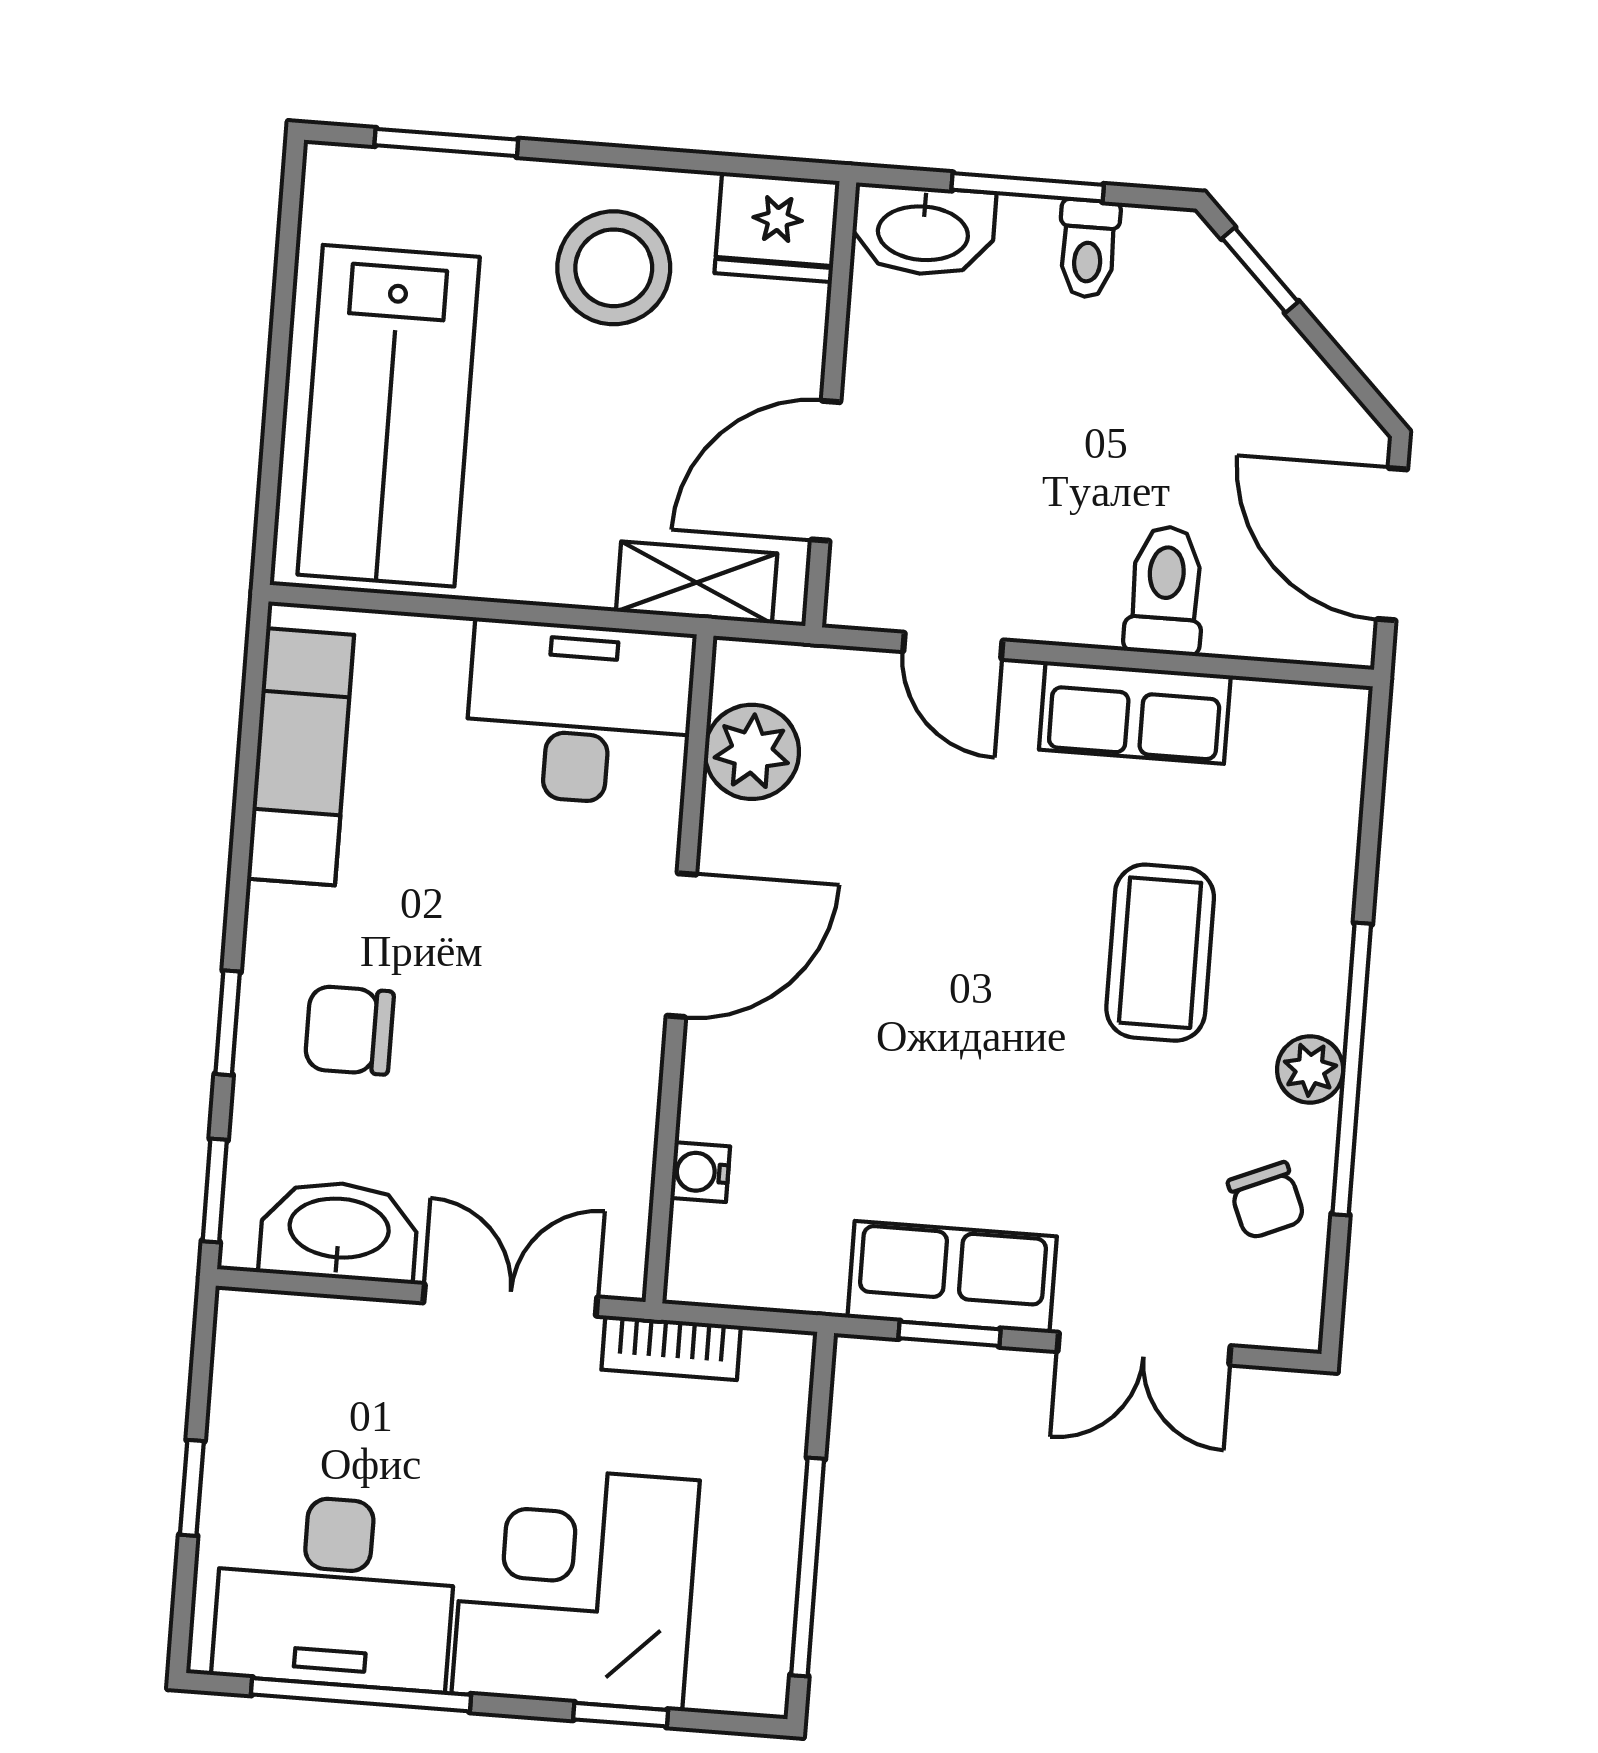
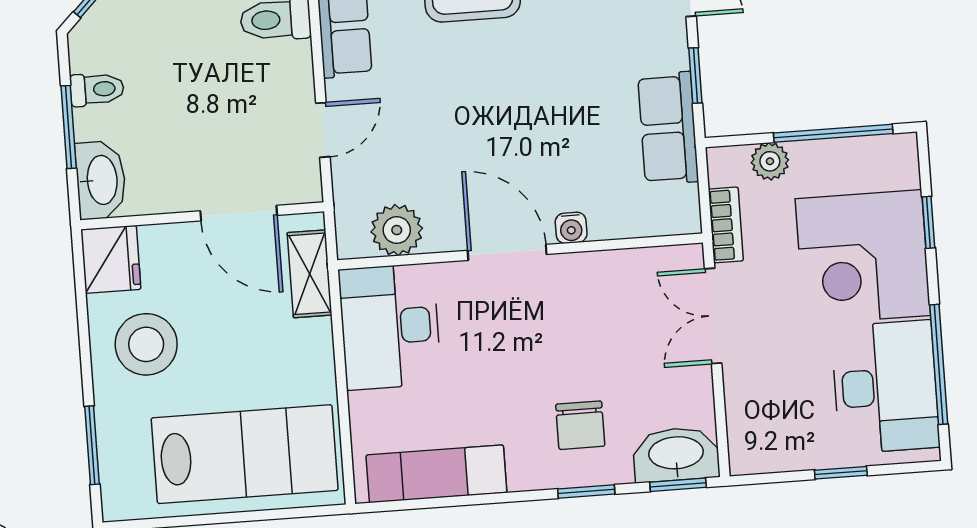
water cooler: (700, 1172) -> (571, 228), moved
washbasin: (339, 1231) -> (676, 454), moved, turned 90
row of seats: (952, 1277) -> (668, 128), moved
plant: (774, 1445) -> (770, 161), added

